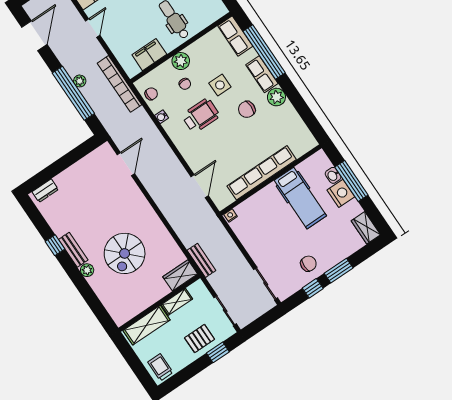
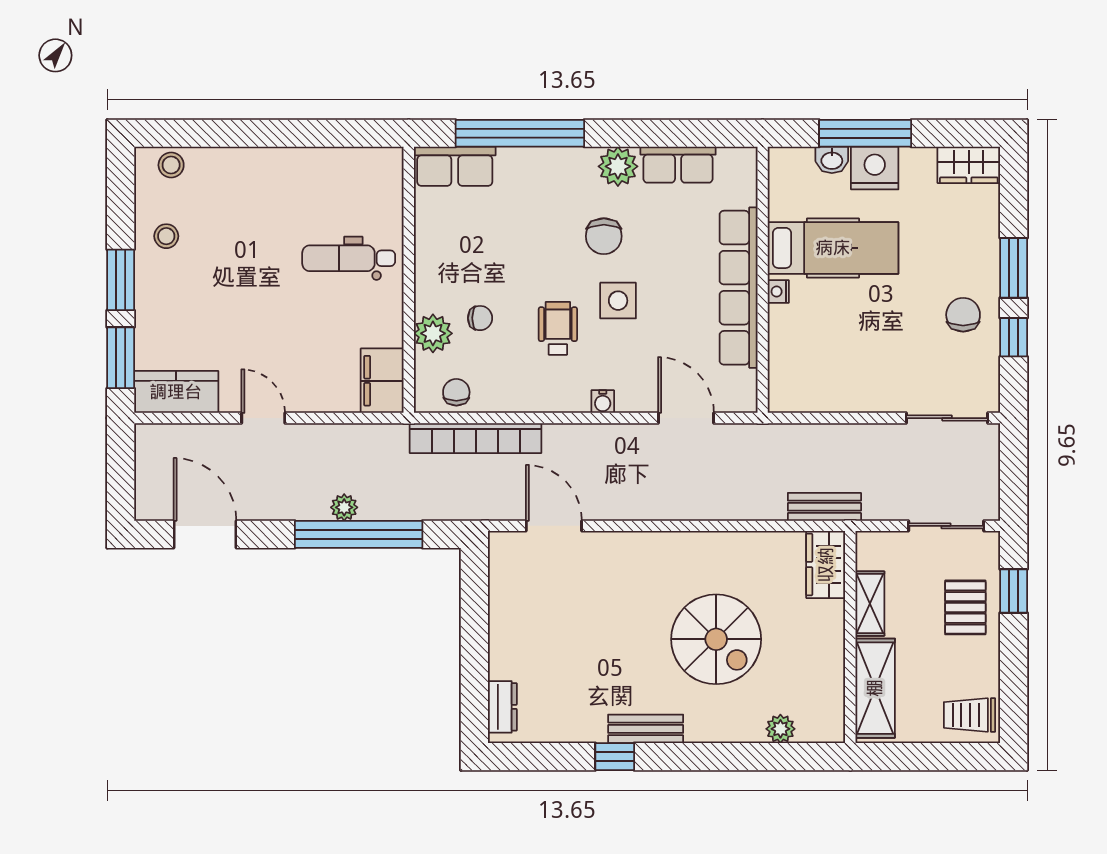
filing cabinet: (149, 55) -> (382, 381), moved
plant: (181, 61) -> (433, 333), moved
row of seats: (262, 74) -> (678, 165), moved
bookcase: (120, 84) -> (476, 438), moved
side table: (220, 85) -> (618, 301), moved
wheelchair: (201, 116) -> (558, 328), width x0.73, depth x0.73
water cooler: (162, 117) -> (603, 402), moved
nightstand: (231, 216) -> (778, 292), moved
plant: (87, 270) -> (780, 729), moved

